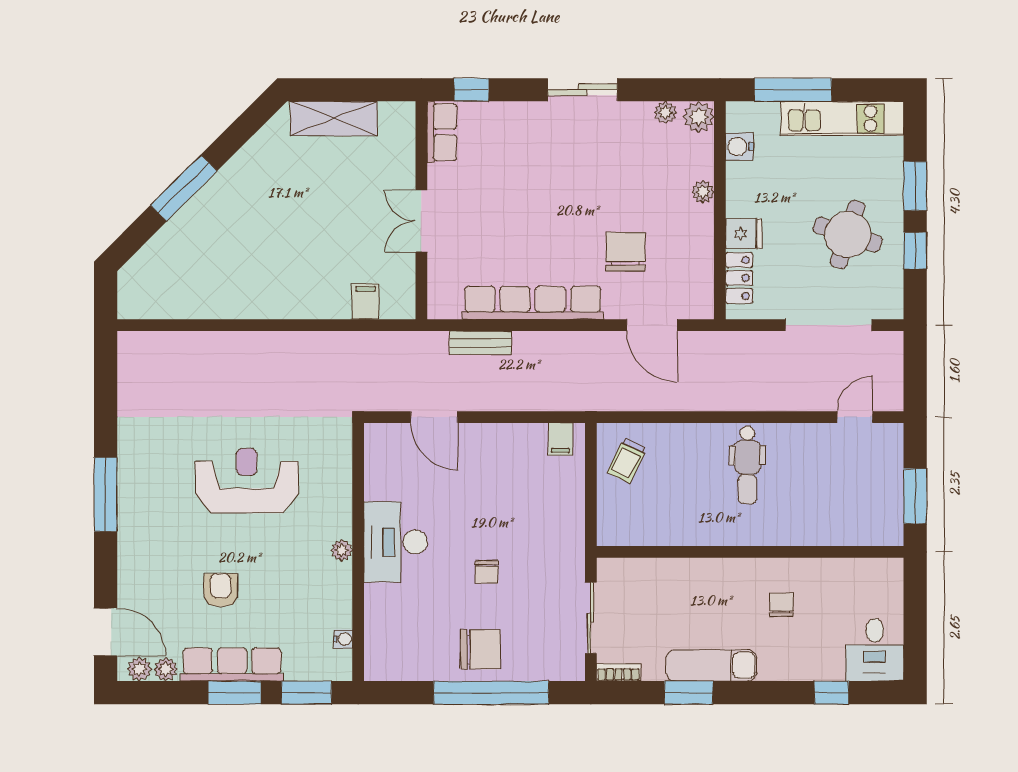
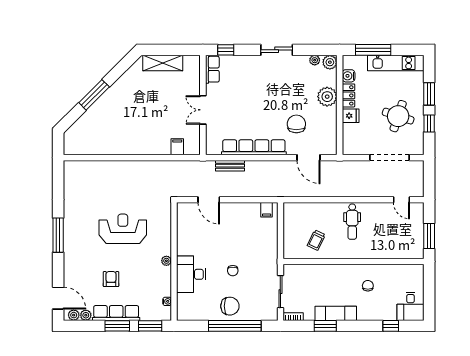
plant: (703, 192) -> (327, 97), width x1.88, depth x1.88
locker: (739, 278) -> (348, 95), moved
door: (855, 417) -> (401, 200), swing flipped
trolley: (627, 460) -> (316, 240), moved
desk: (396, 542) -> (191, 274), moved

